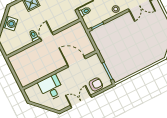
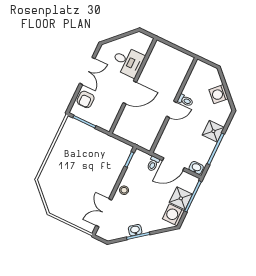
door: (47, 37) -> (172, 109), hinge flipped
door: (76, 62) -> (130, 92), moved

